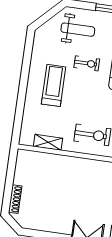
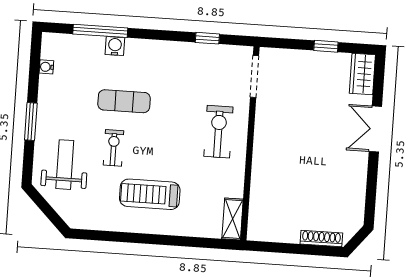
shelving: (48, 142) -> (233, 219), moved

